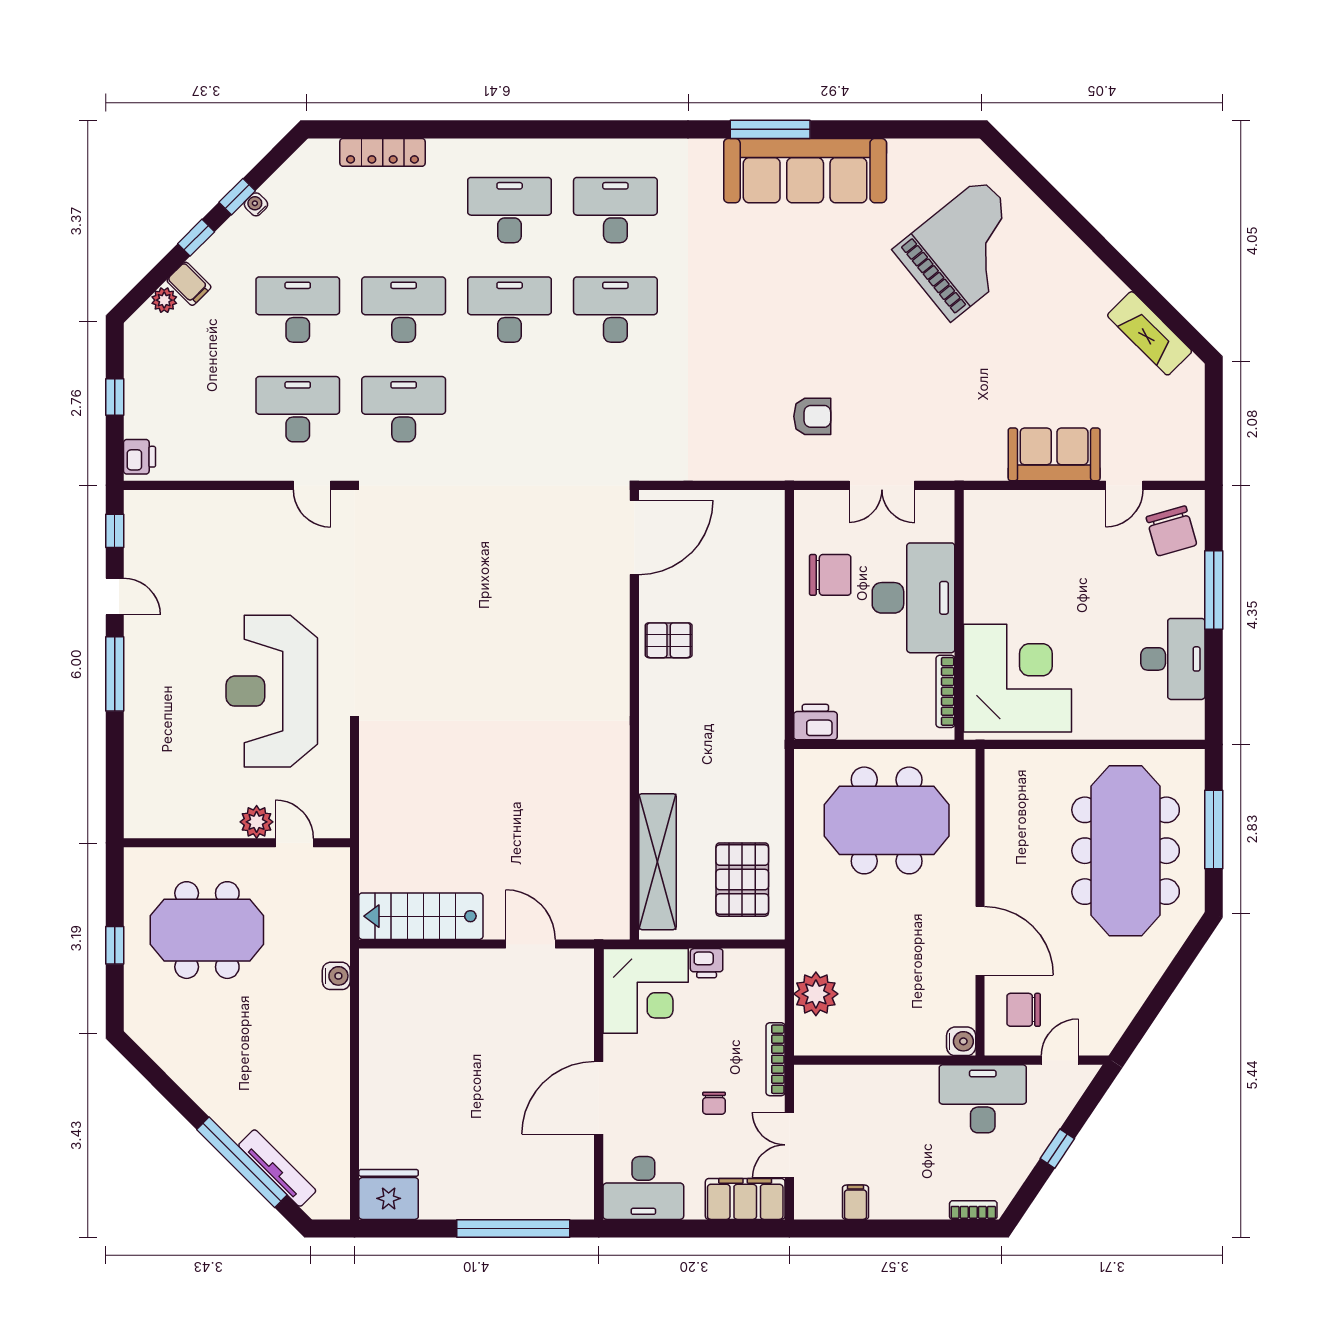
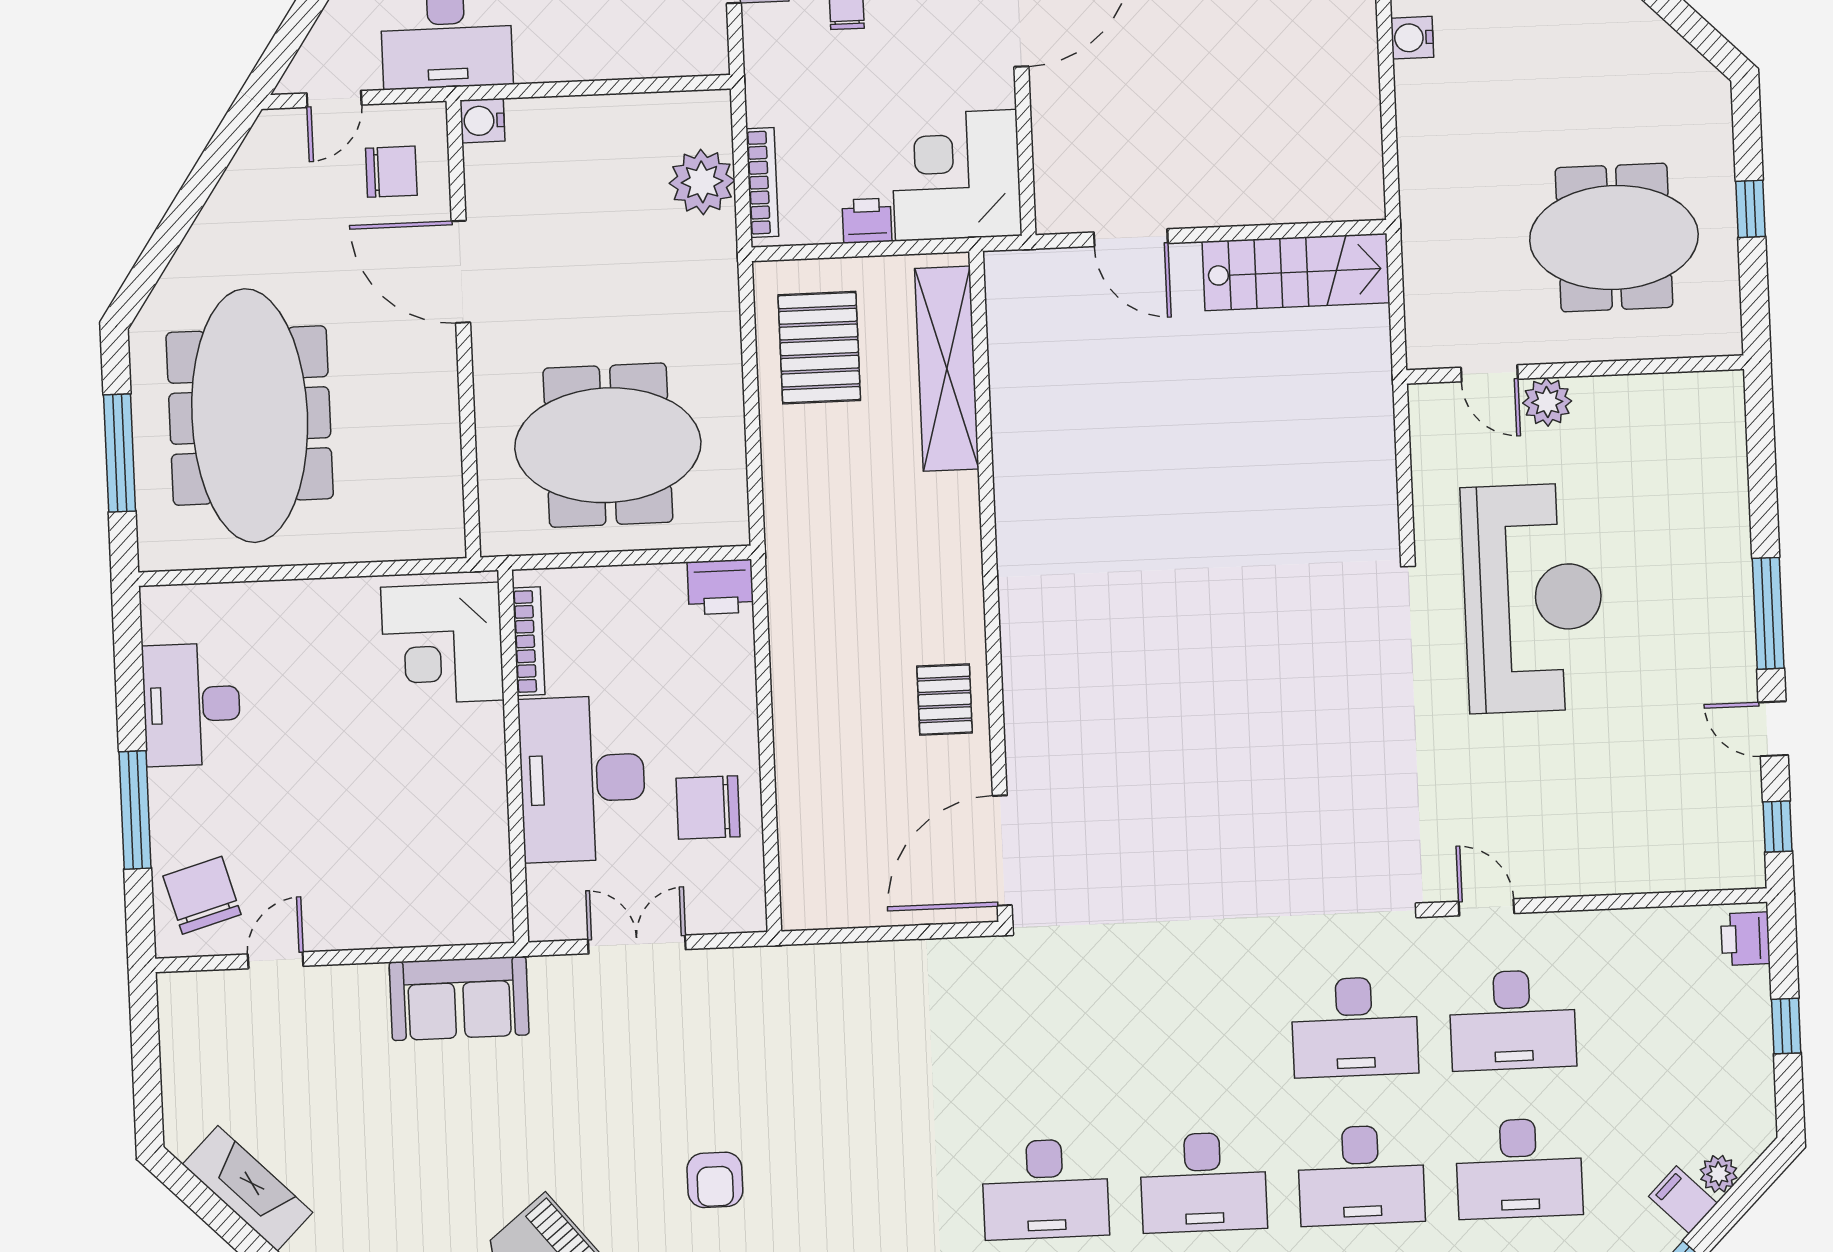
armchair: (812, 416) -> (715, 1180), moved, turned -90
sofa: (1054, 454) -> (459, 998), moved
pallet: (669, 640) -> (945, 700), turned 90
corner desk: (1018, 678) -> (442, 644), width x0.74, depth x0.74
water cooler: (336, 976) -> (1412, 38), moved
bookcase: (776, 1059) -> (762, 182), moved

